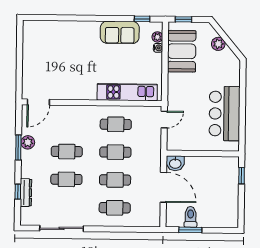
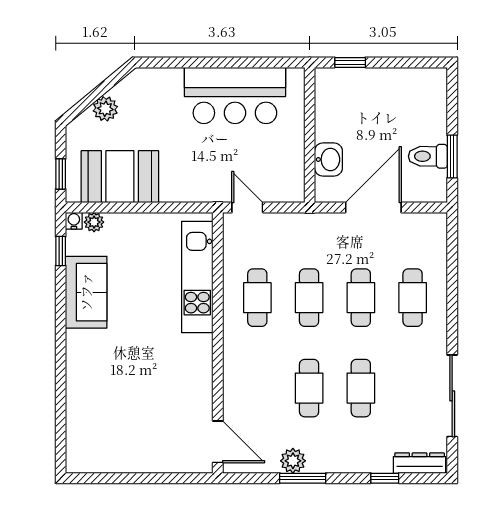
water cooler: (158, 48) -> (74, 221), moved
washbasin: (175, 163) -> (328, 159), moved
dresser: (26, 193) -> (420, 463), moved

